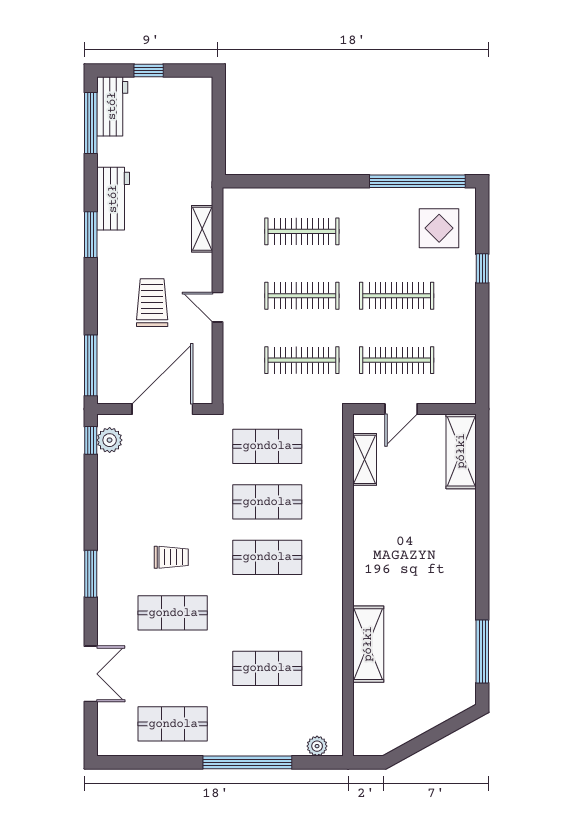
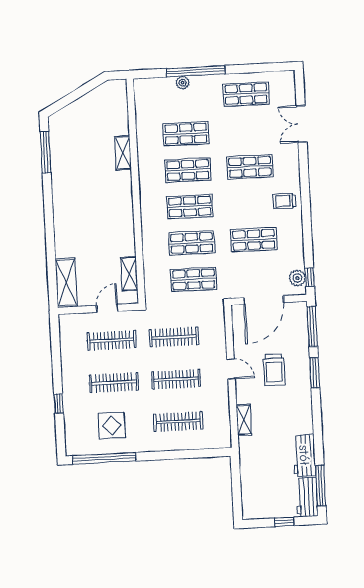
workbench: (113, 199) -> (304, 455), moved
display table: (439, 228) -> (112, 425), moved
window: (91, 235) -> (315, 373), moved
shop shelf: (173, 502) -> (254, 240), added
trolley: (171, 557) -> (284, 201), moved
window: (91, 574) -> (305, 190), removed
shop shelf: (267, 613) -> (188, 170), added
shelving: (368, 644) -> (123, 153), width x0.67, depth x0.75
plant: (317, 746) -> (183, 83), moved

